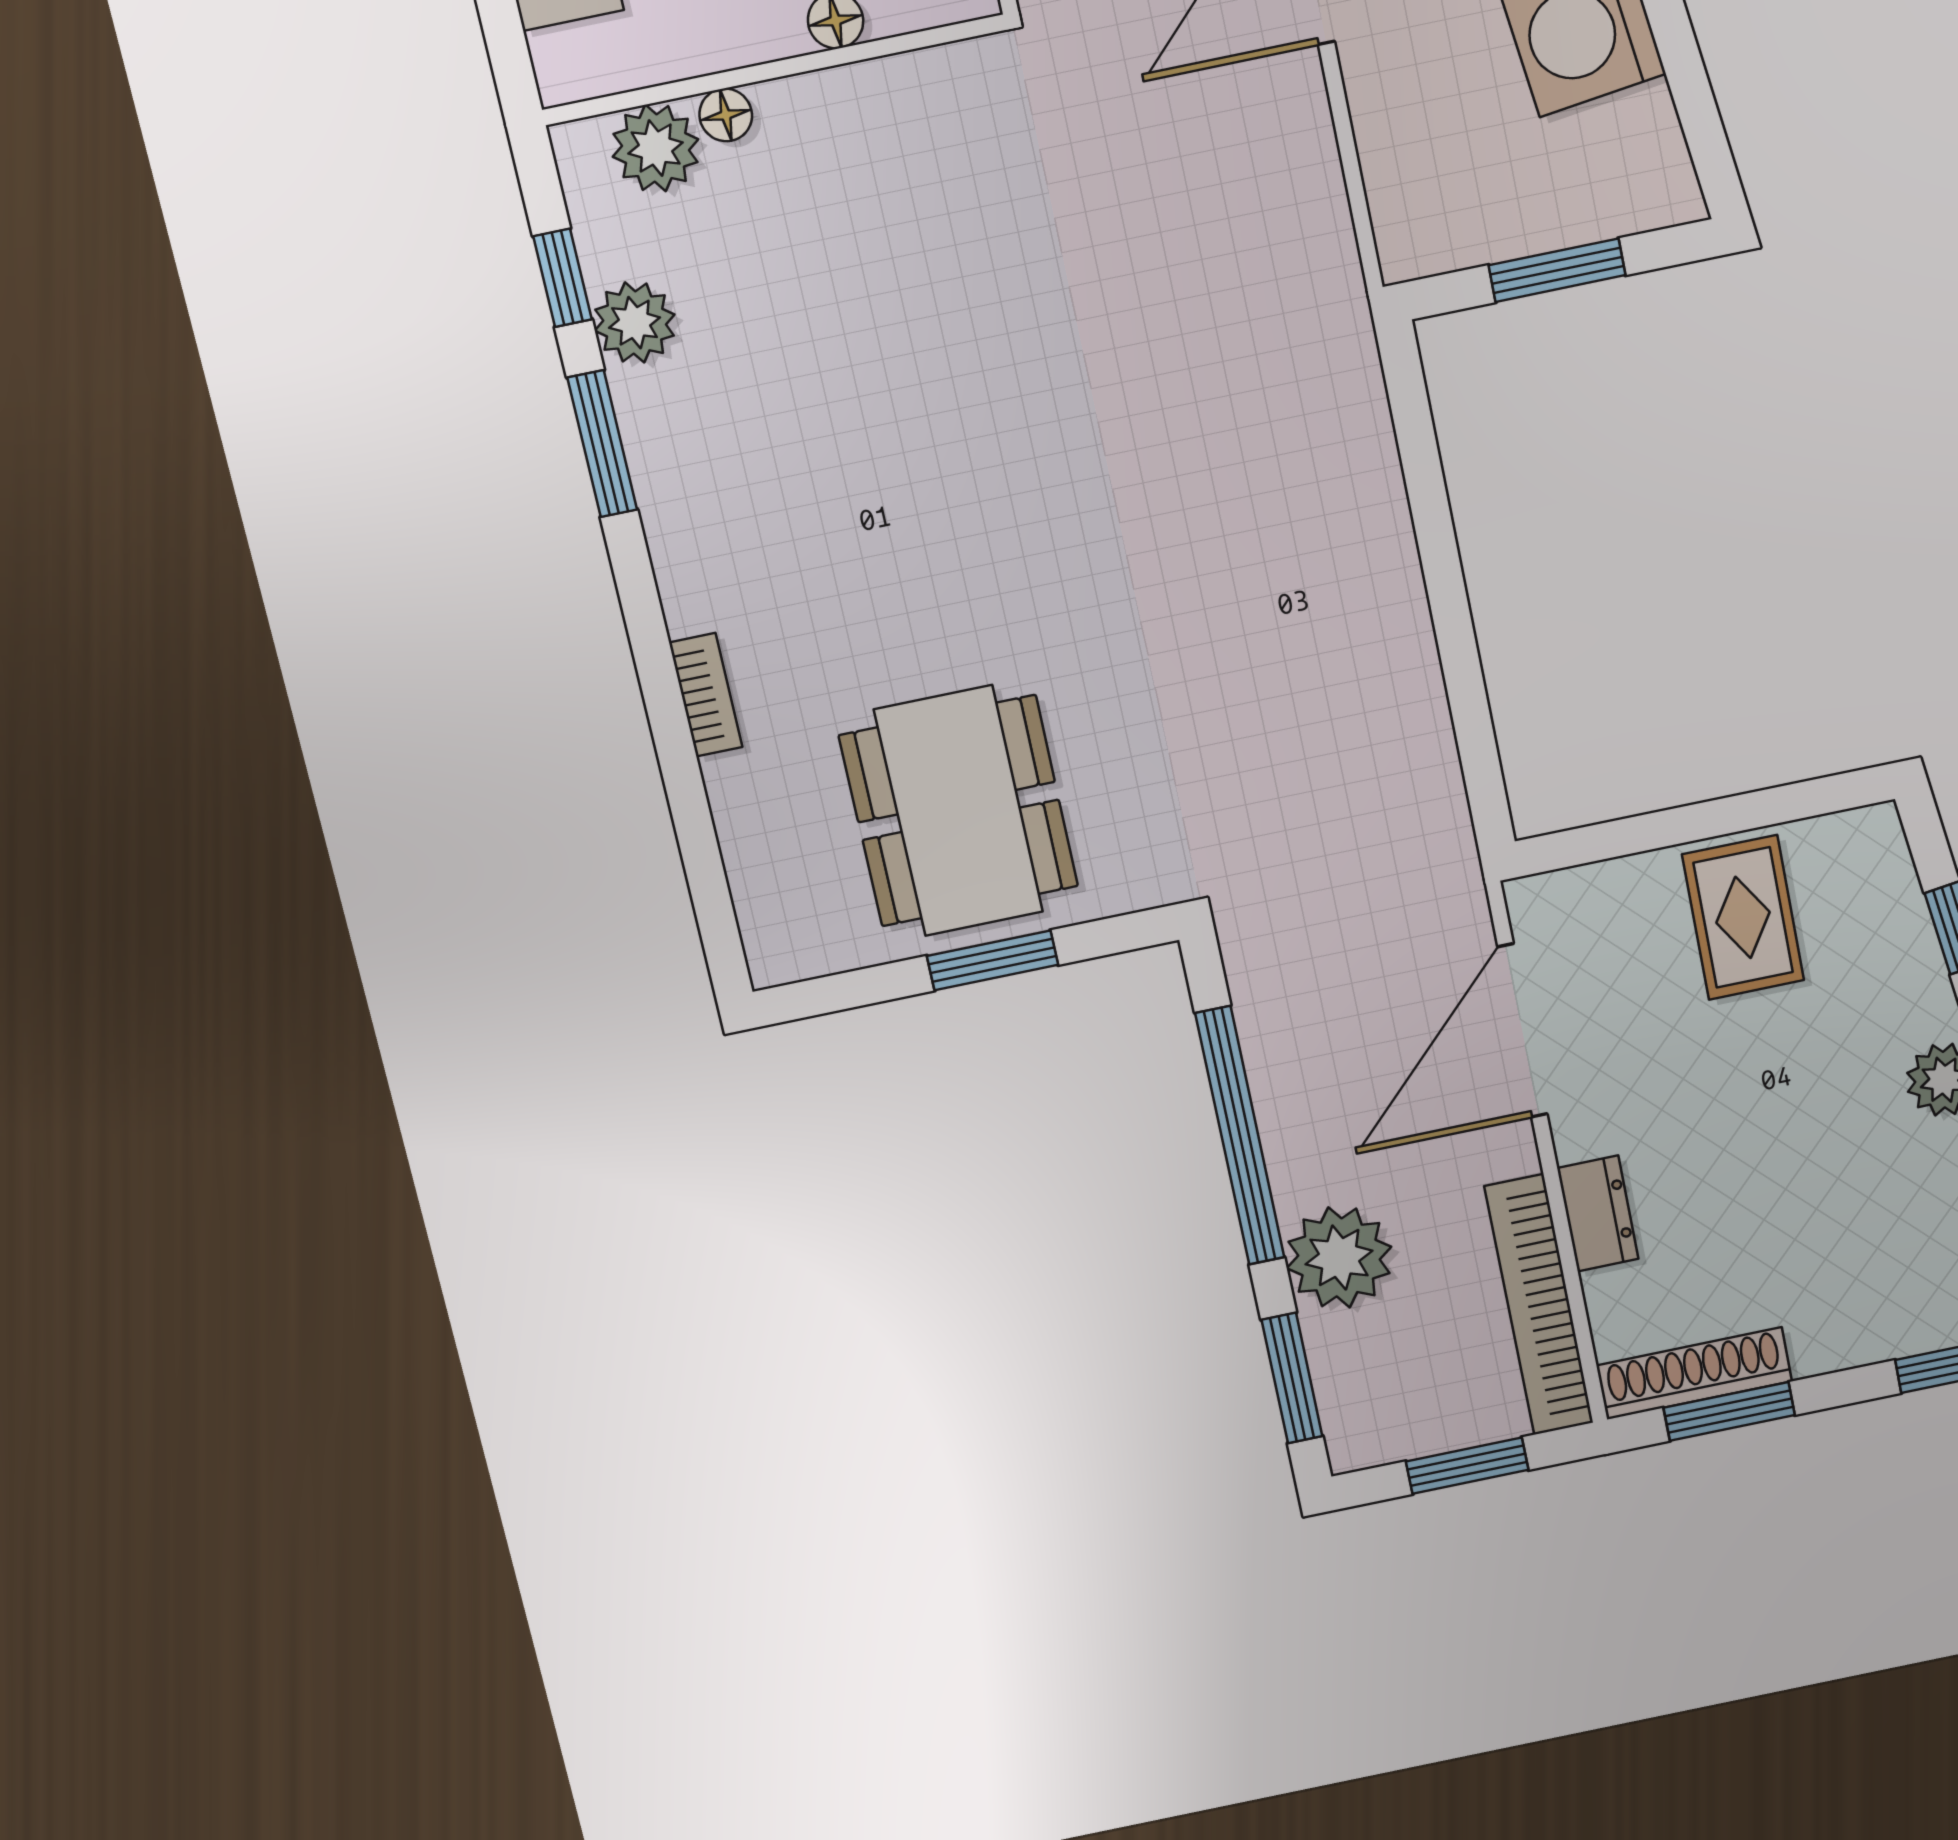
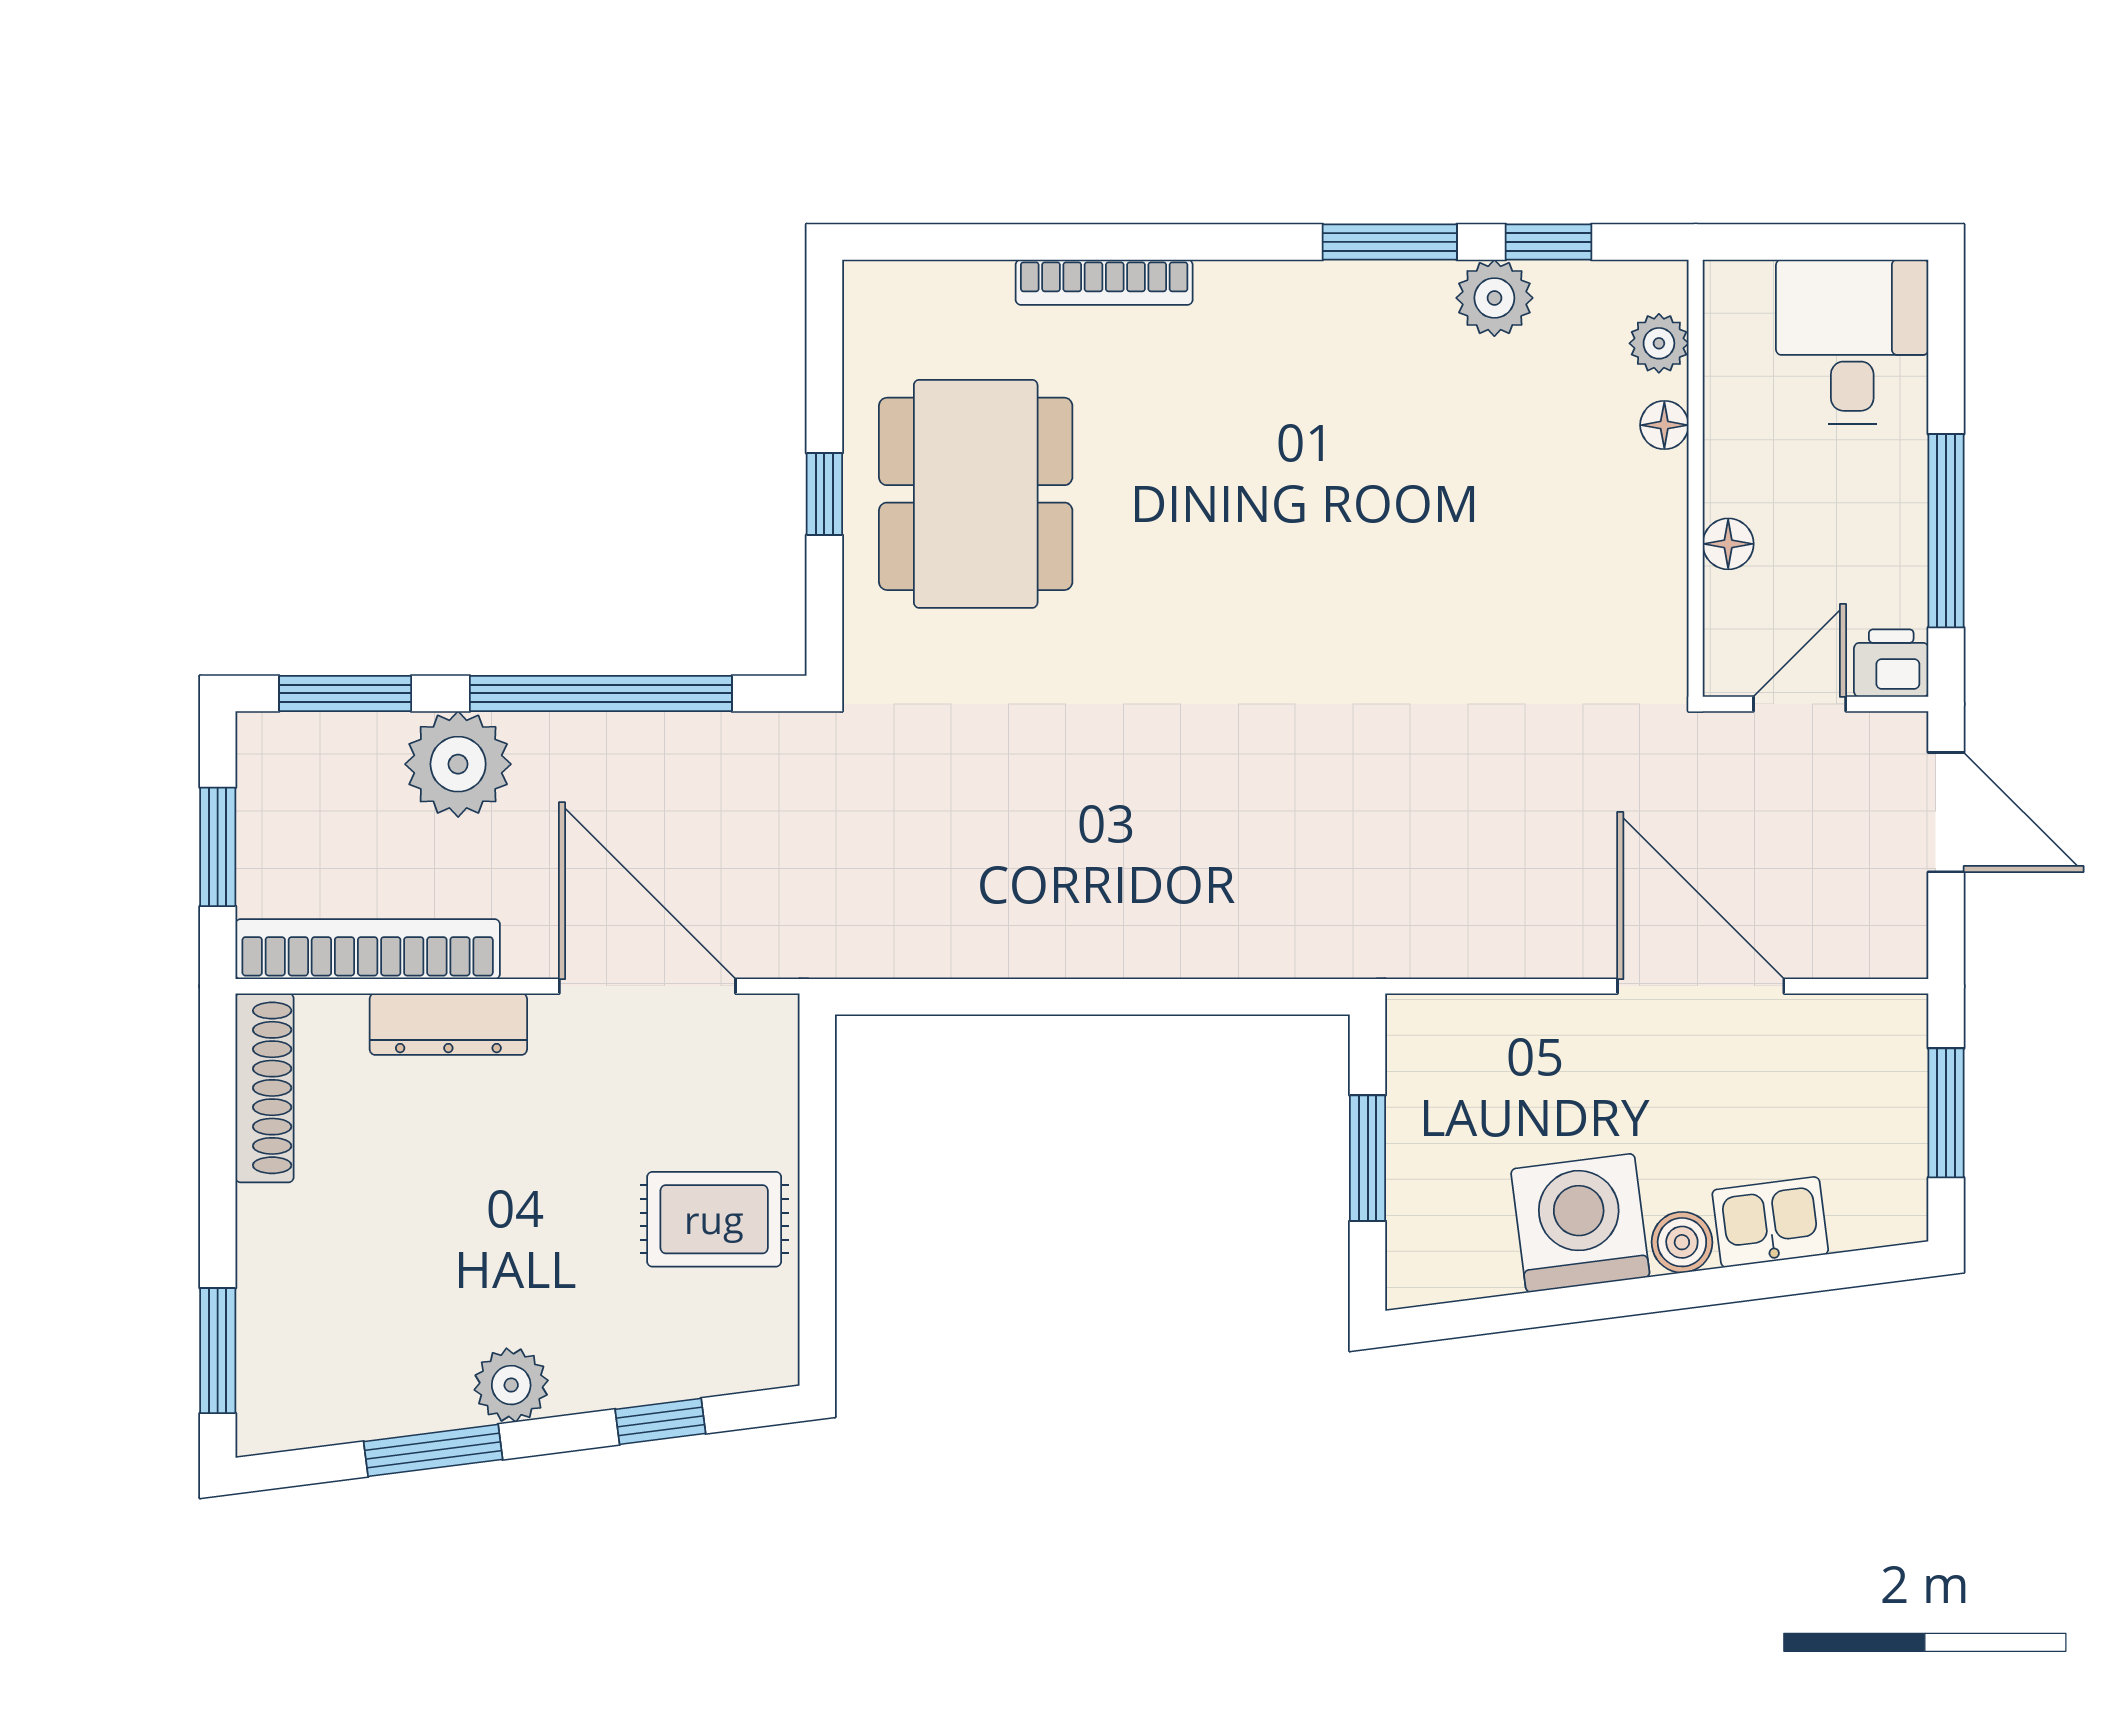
plant: (656, 148) -> (1659, 343), width x0.73, depth x0.73
bookcase: (706, 695) -> (1104, 282), width x1.56
dining table: (959, 811) -> (976, 494), turned 90
window: (992, 960) -> (824, 494), width x0.67
dresser: (1598, 1213) -> (448, 1024), width x1.44
window: (1729, 1411) -> (218, 1115), removed

